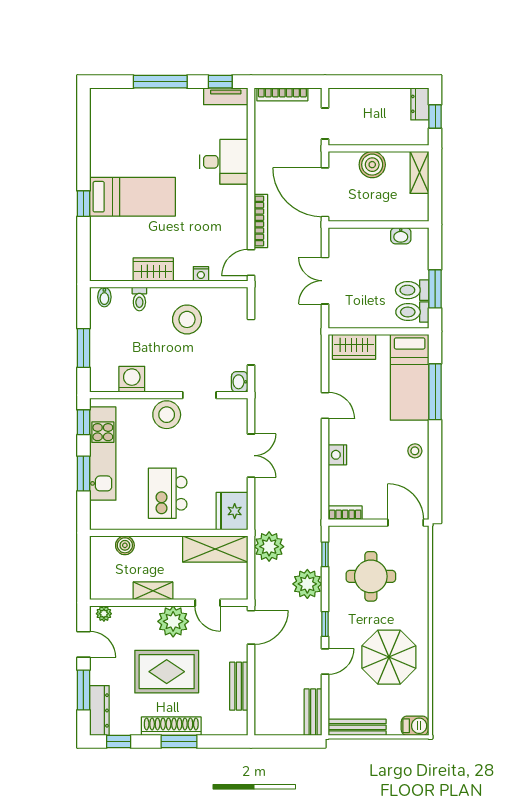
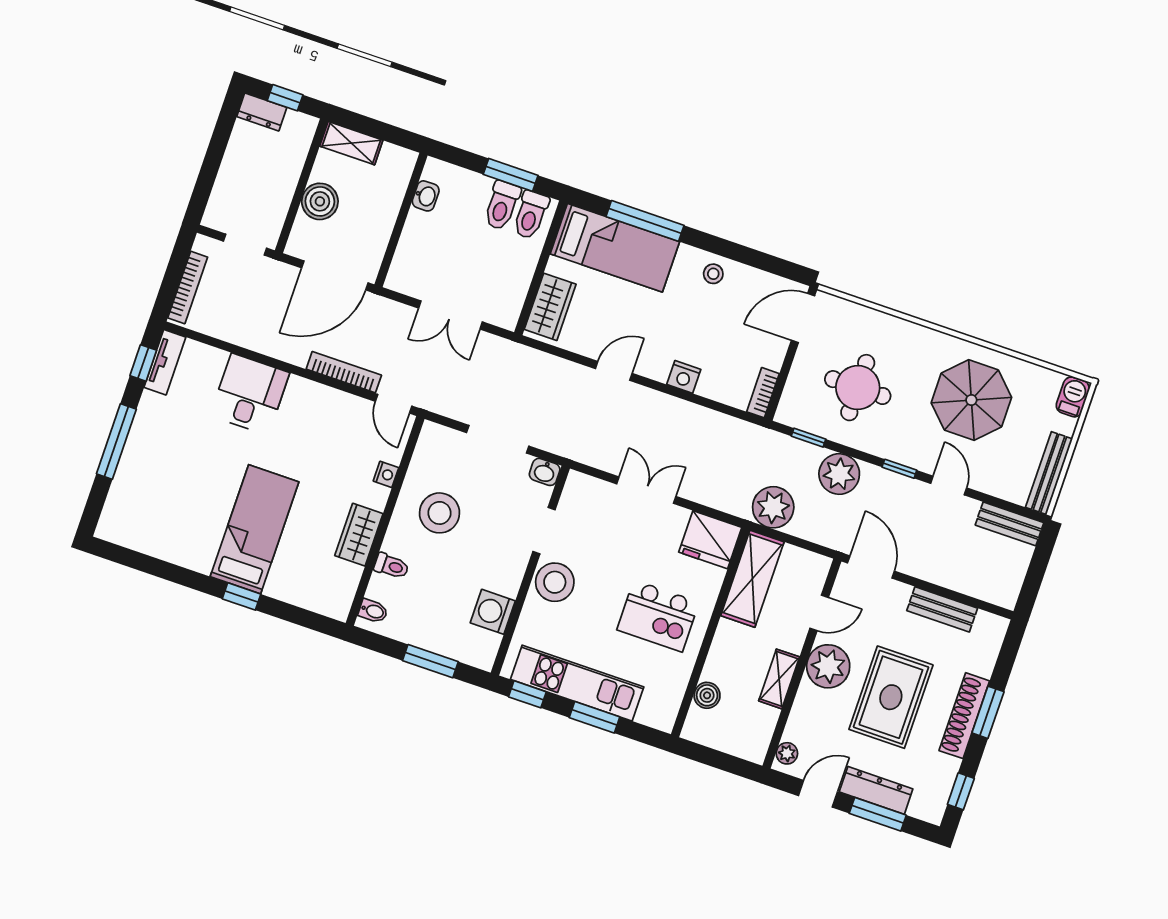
dresser: (99, 710) -> (876, 790), moved

